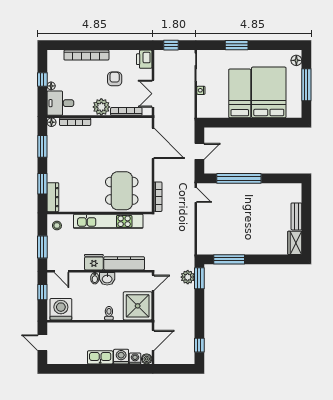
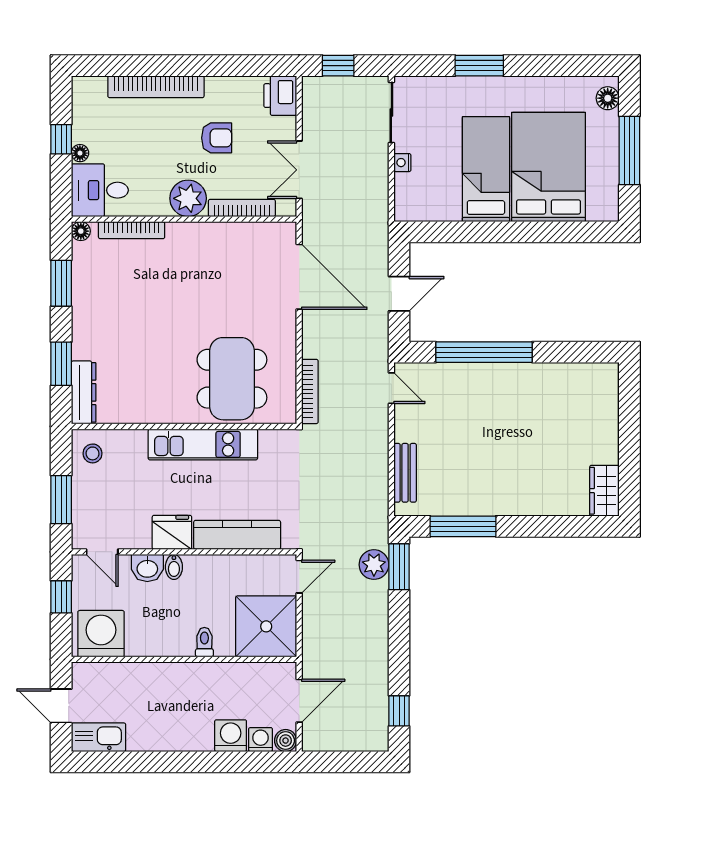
armchair: (115, 79) -> (217, 138), turned 90
bench: (296, 216) -> (405, 473), moved
kitchen unit: (108, 221) -> (203, 444), width x0.73
washbasin: (107, 279) -> (147, 568), moved
kitchen sink: (100, 357) -> (98, 737), moved

